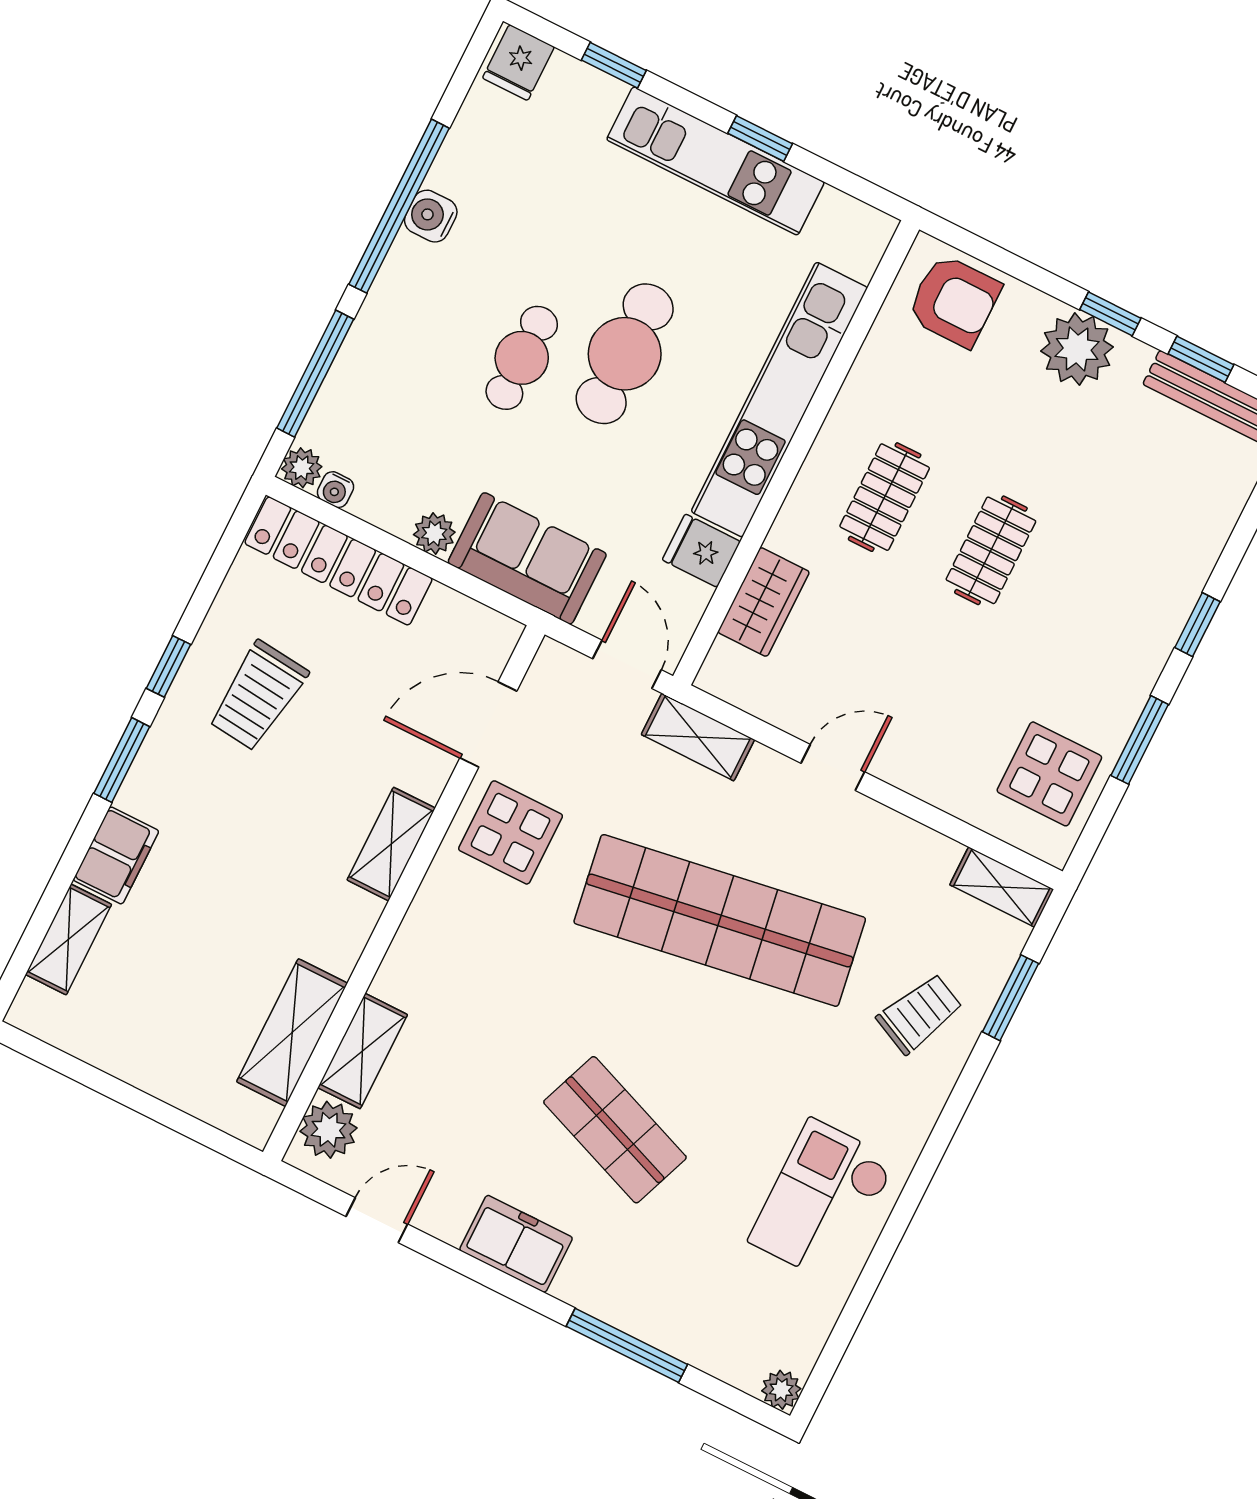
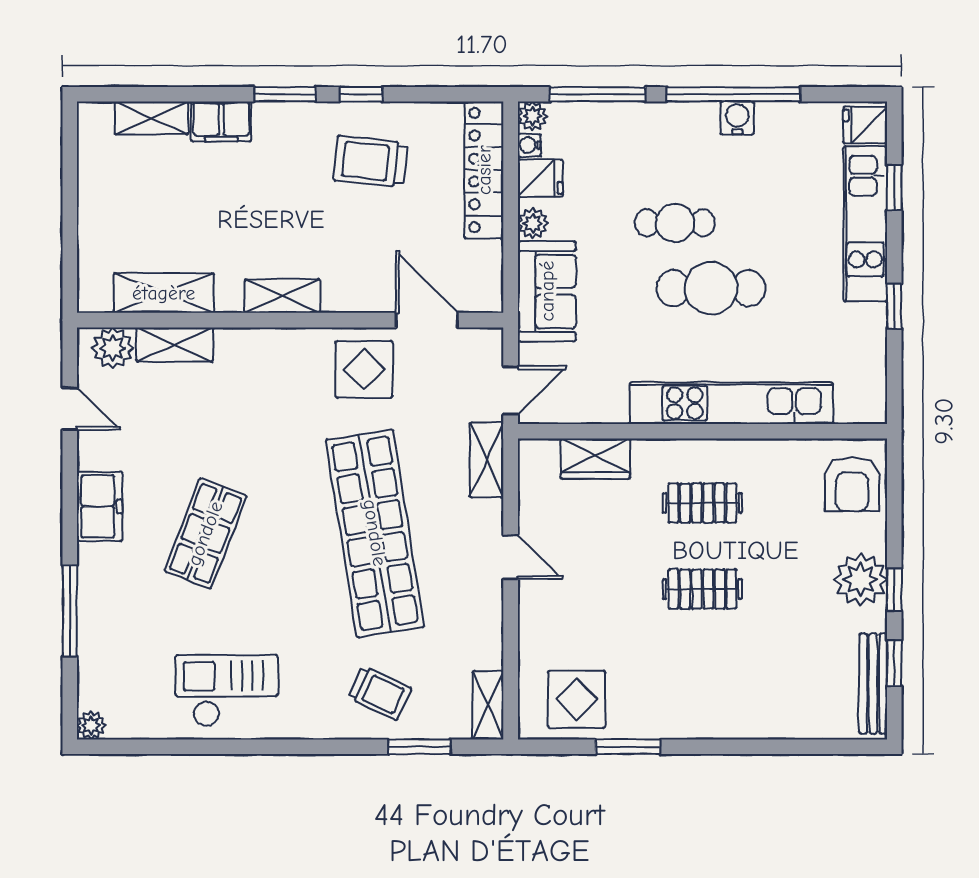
kitchen unit: (715, 161) -> (865, 224), moved
fridge: (701, 551) -> (540, 178), moved, turned 90
window: (1197, 625) -> (721, 747), removed
shelving: (391, 844) -> (282, 296), moved

